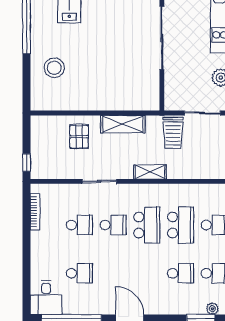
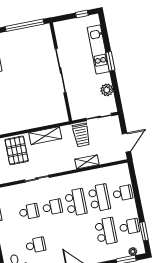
pallet: (79, 137) -> (17, 150), width x1.50, depth x1.42
shelving: (150, 172) -> (87, 162), moved
school desk: (181, 273) -> (106, 231), width x1.85

